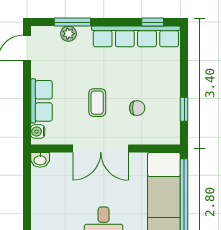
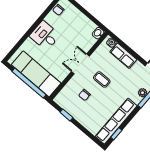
double door: (101, 149) -> (80, 64), width x0.73

